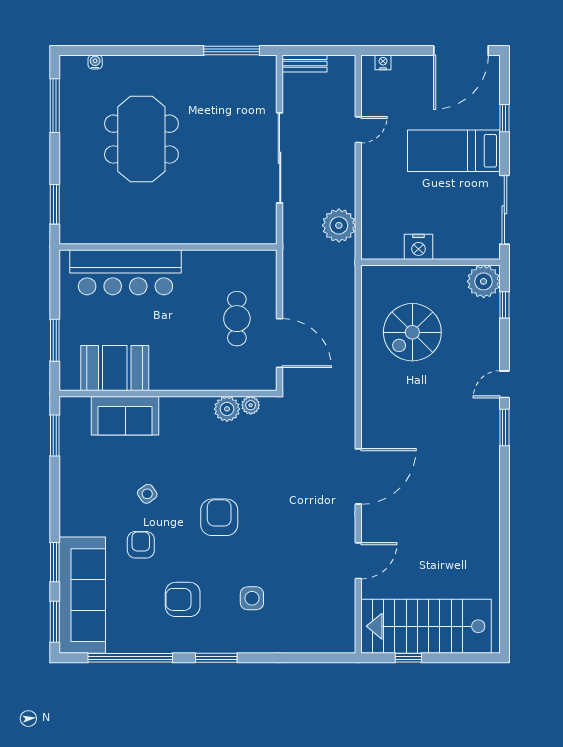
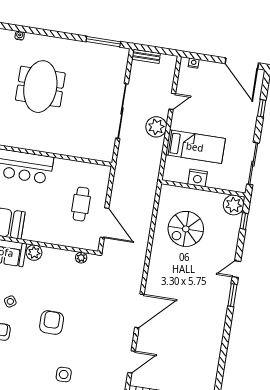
door: (461, 51) -> (242, 63), hinge flipped
bed: (454, 151) -> (195, 147), moved, turned 180
plant: (339, 225) -> (156, 127), moved
plant: (227, 409) -> (34, 253), moved
armchair: (183, 599) -> (22, 369), removed

